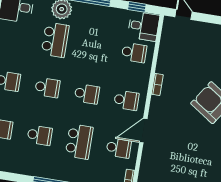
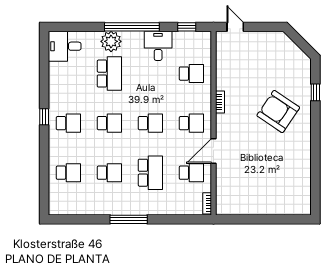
desk: (144, 26) -> (158, 46), moved, turned -90

